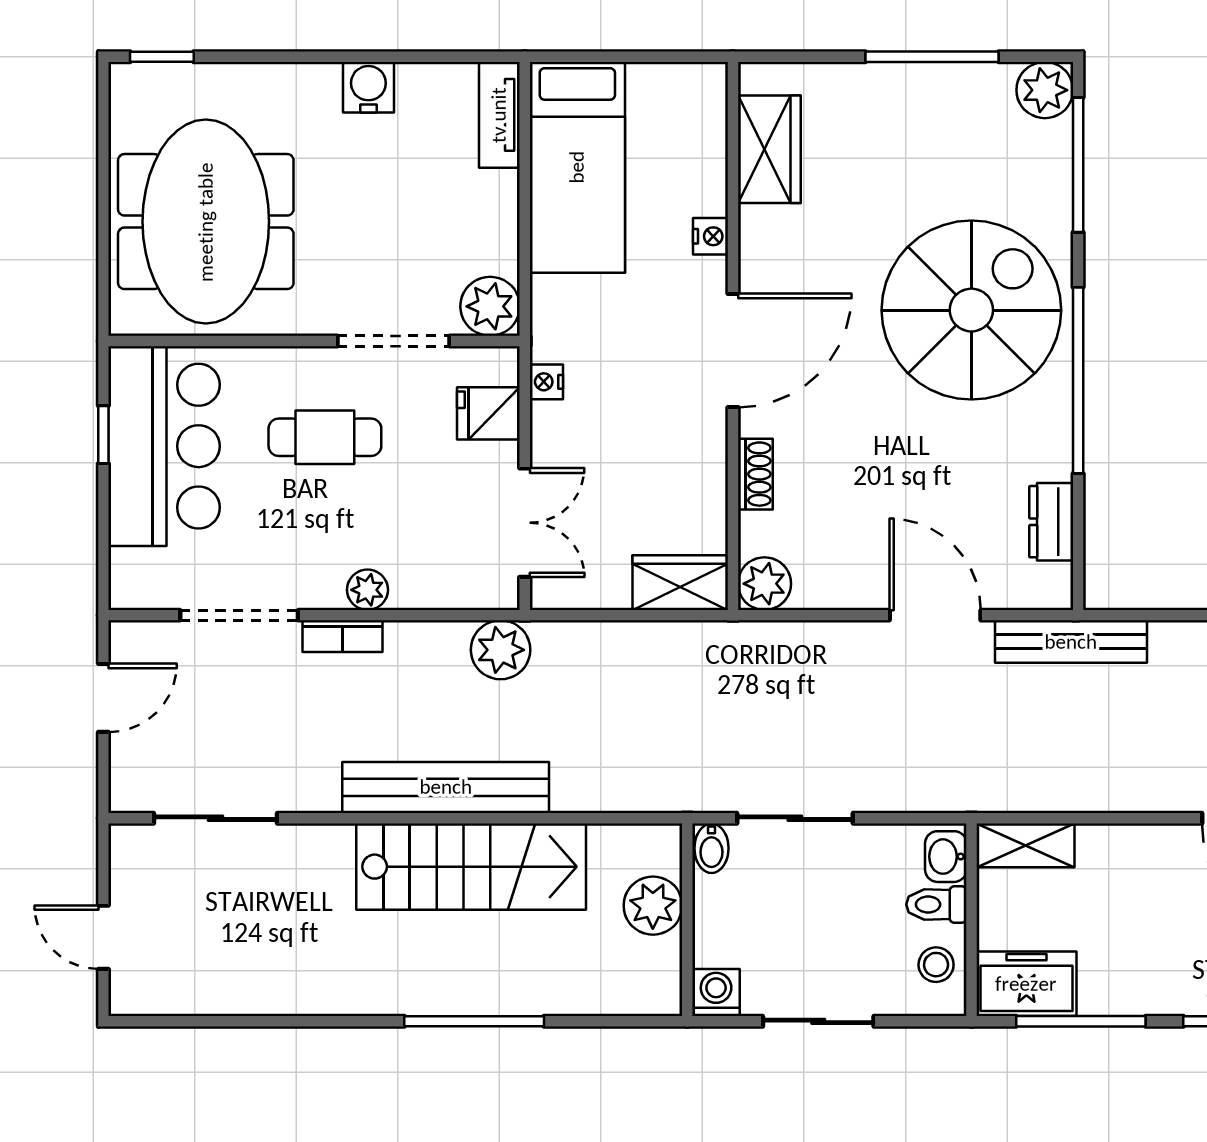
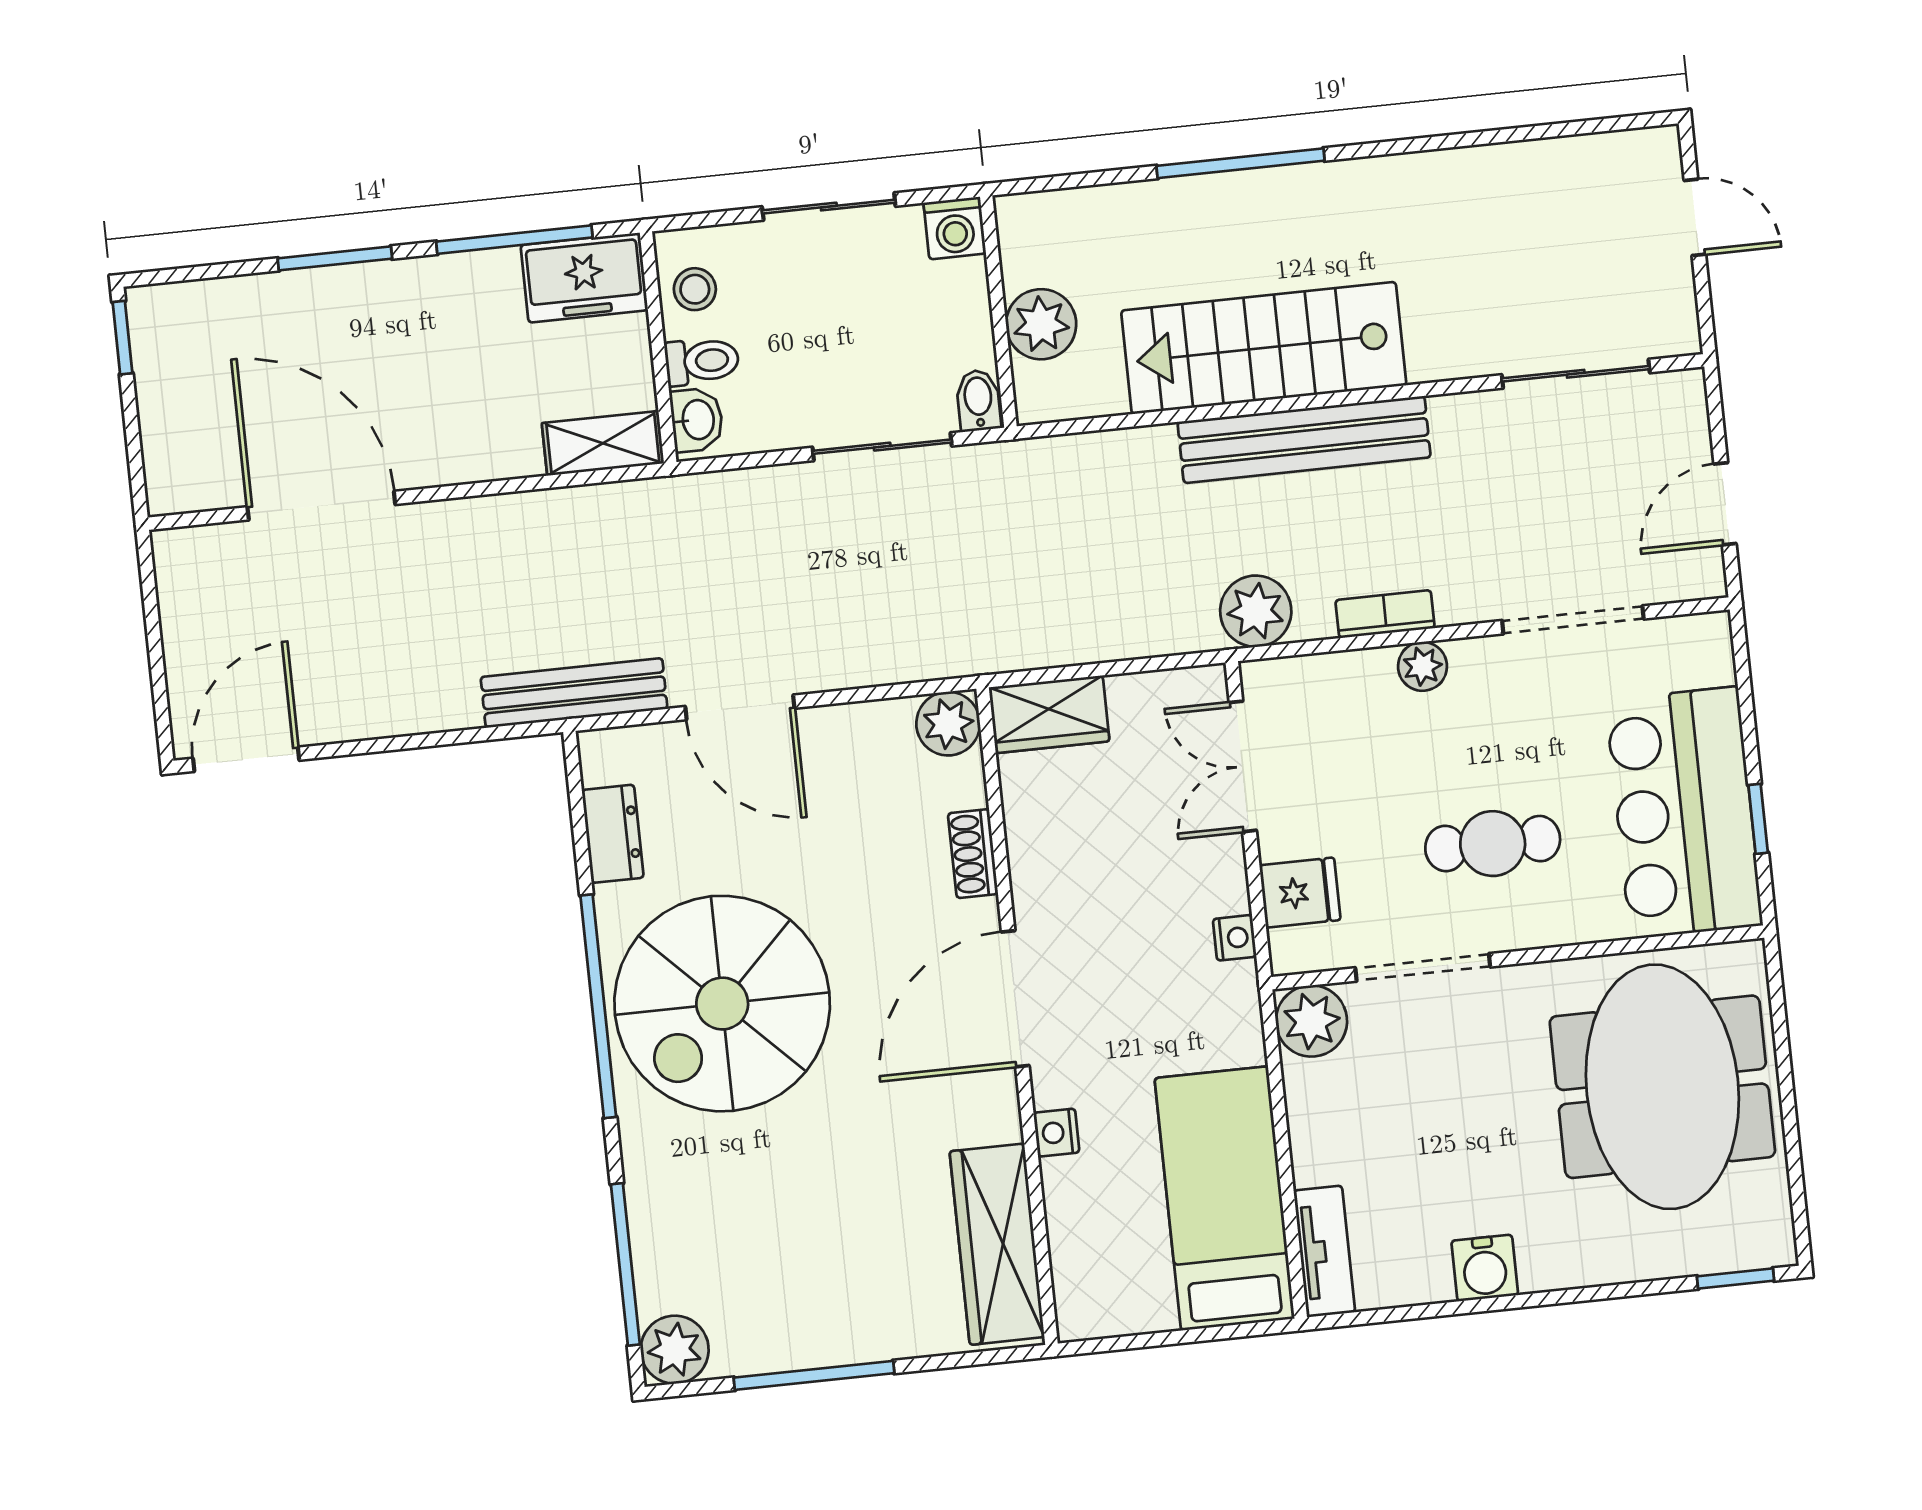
wardrobe: (769, 149) -> (997, 1244), width x1.50
spiral stairs: (971, 310) -> (722, 1004), moved
bookcase: (342, 636) -> (1385, 614), moved

